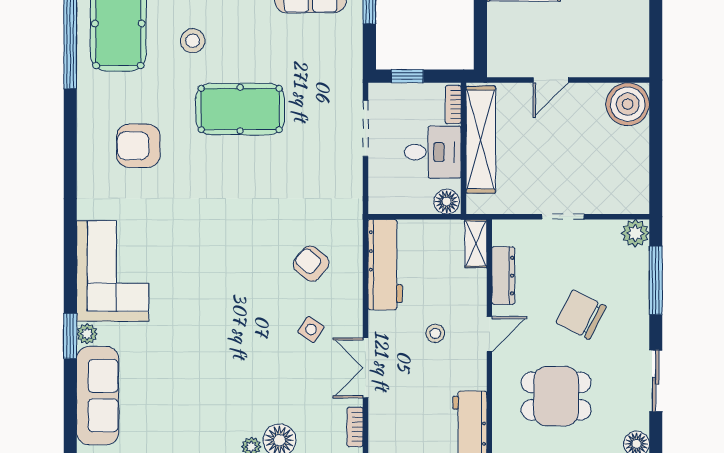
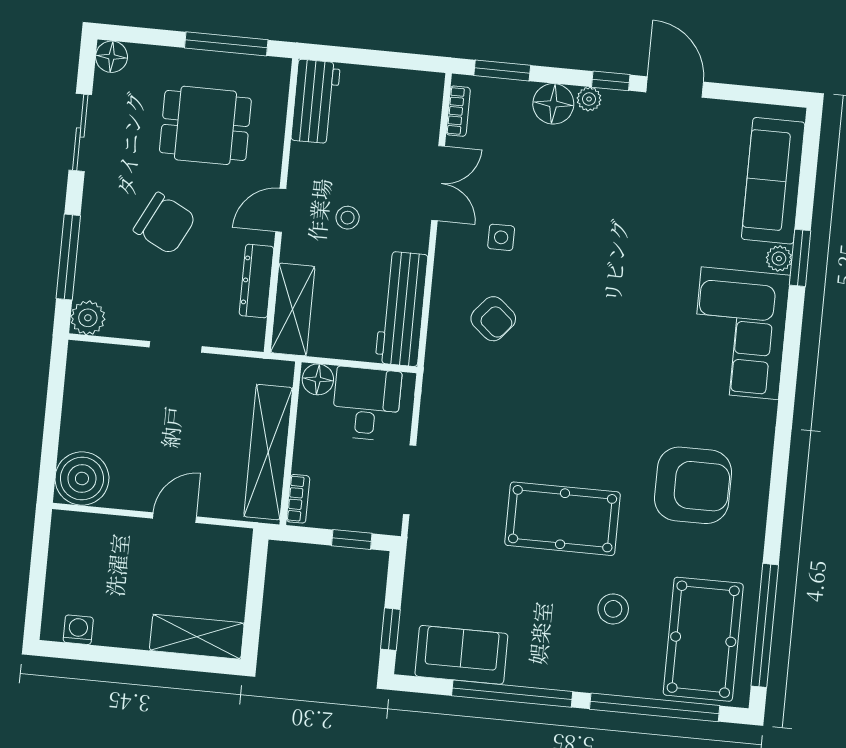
armchair: (138, 146) -> (693, 485), width x1.36, depth x1.36
desk: (433, 152) -> (366, 404), moved, turned 90
shelving: (476, 244) -> (293, 309), width x1.50, depth x1.33
side table: (311, 329) -> (501, 237), turned -33

